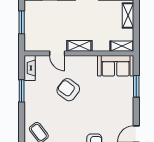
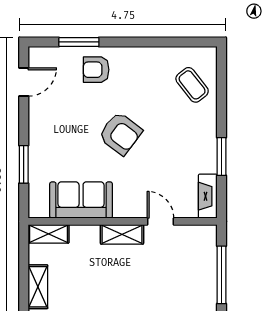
window: (22, 22) -> (222, 275), width x1.44
sofa: (116, 66) -> (81, 200), moved
armchair: (68, 90) -> (120, 134), moved

